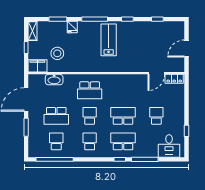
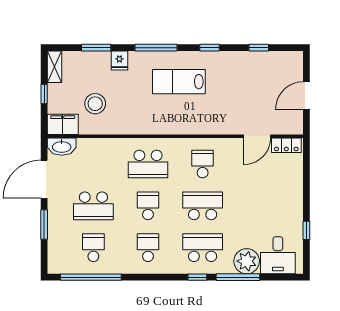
lab bench: (109, 40) -> (179, 82), turned -90
washbasin: (54, 80) -> (62, 147), moved
school desk: (156, 116) -> (203, 164), moved
plant: (150, 150) -> (247, 261), added

